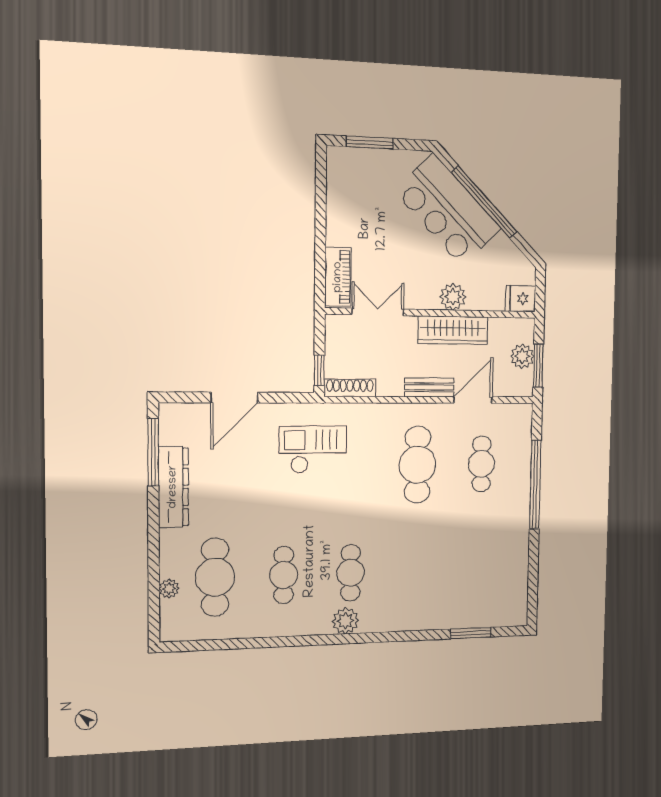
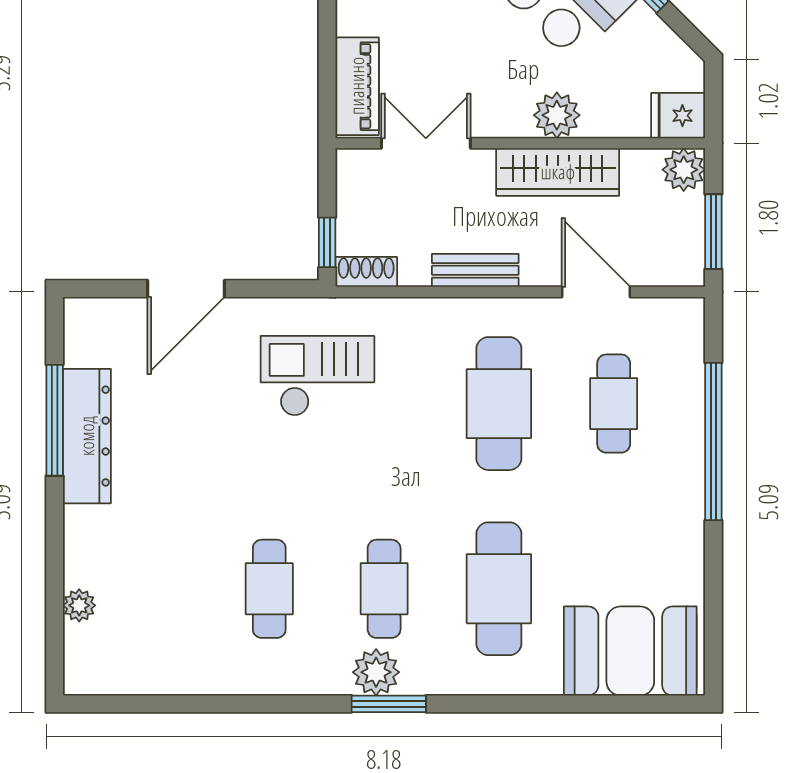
plant: (522, 356) -> (684, 170), moved
bench: (429, 387) -> (475, 270), moved
shoe rack: (350, 388) -> (366, 272), width x0.70
door: (473, 400) -> (596, 292), hinge flipped
window: (153, 452) -> (55, 420), moved
cafe table: (215, 577) -> (499, 589), moved
booth: (488, 603) -> (630, 651), added
window: (471, 633) -> (389, 704), moved

